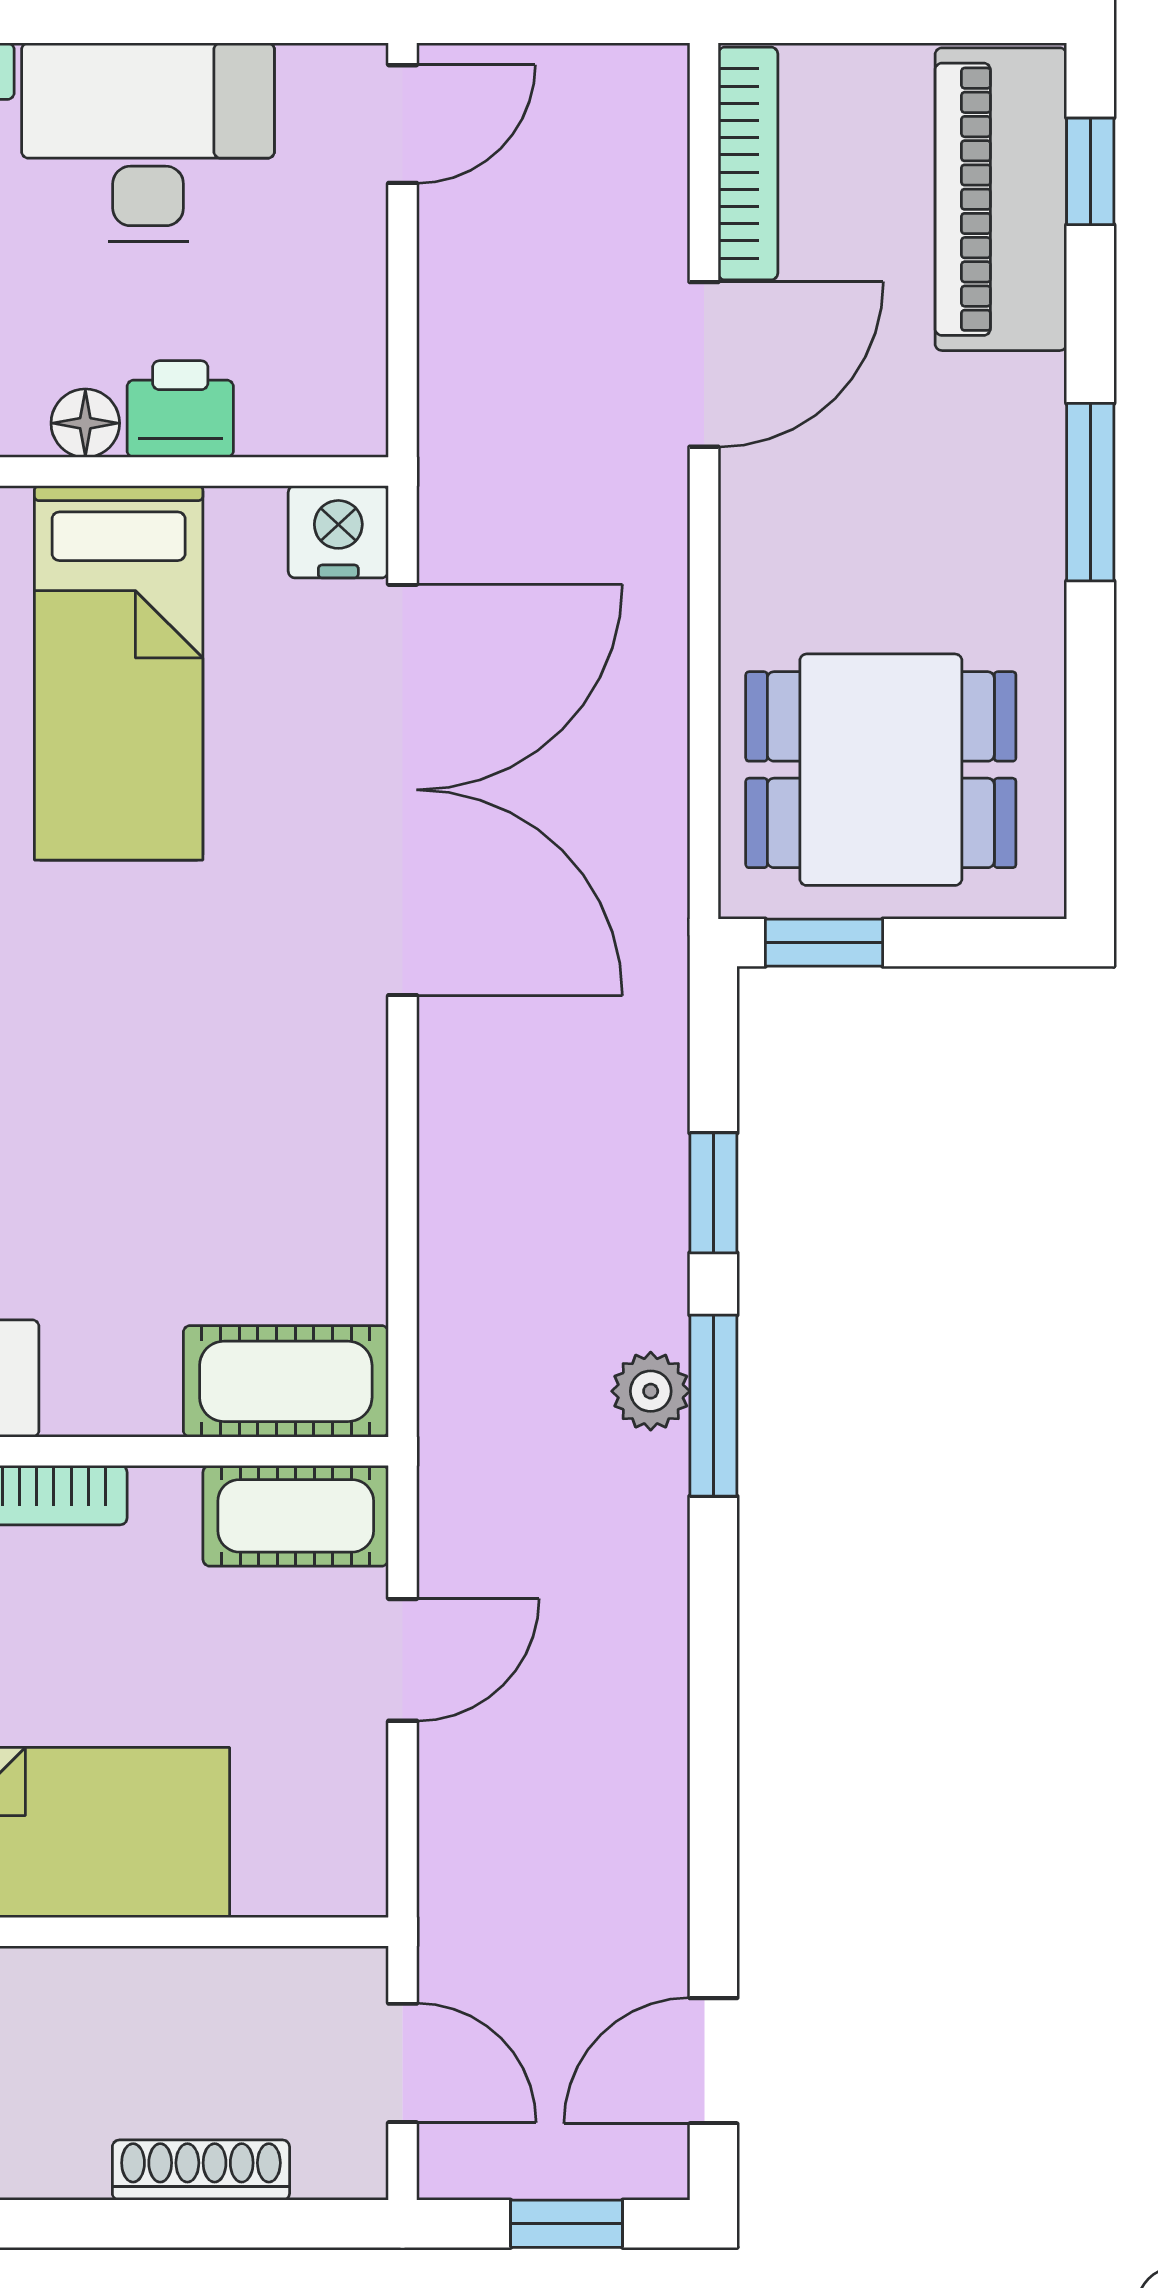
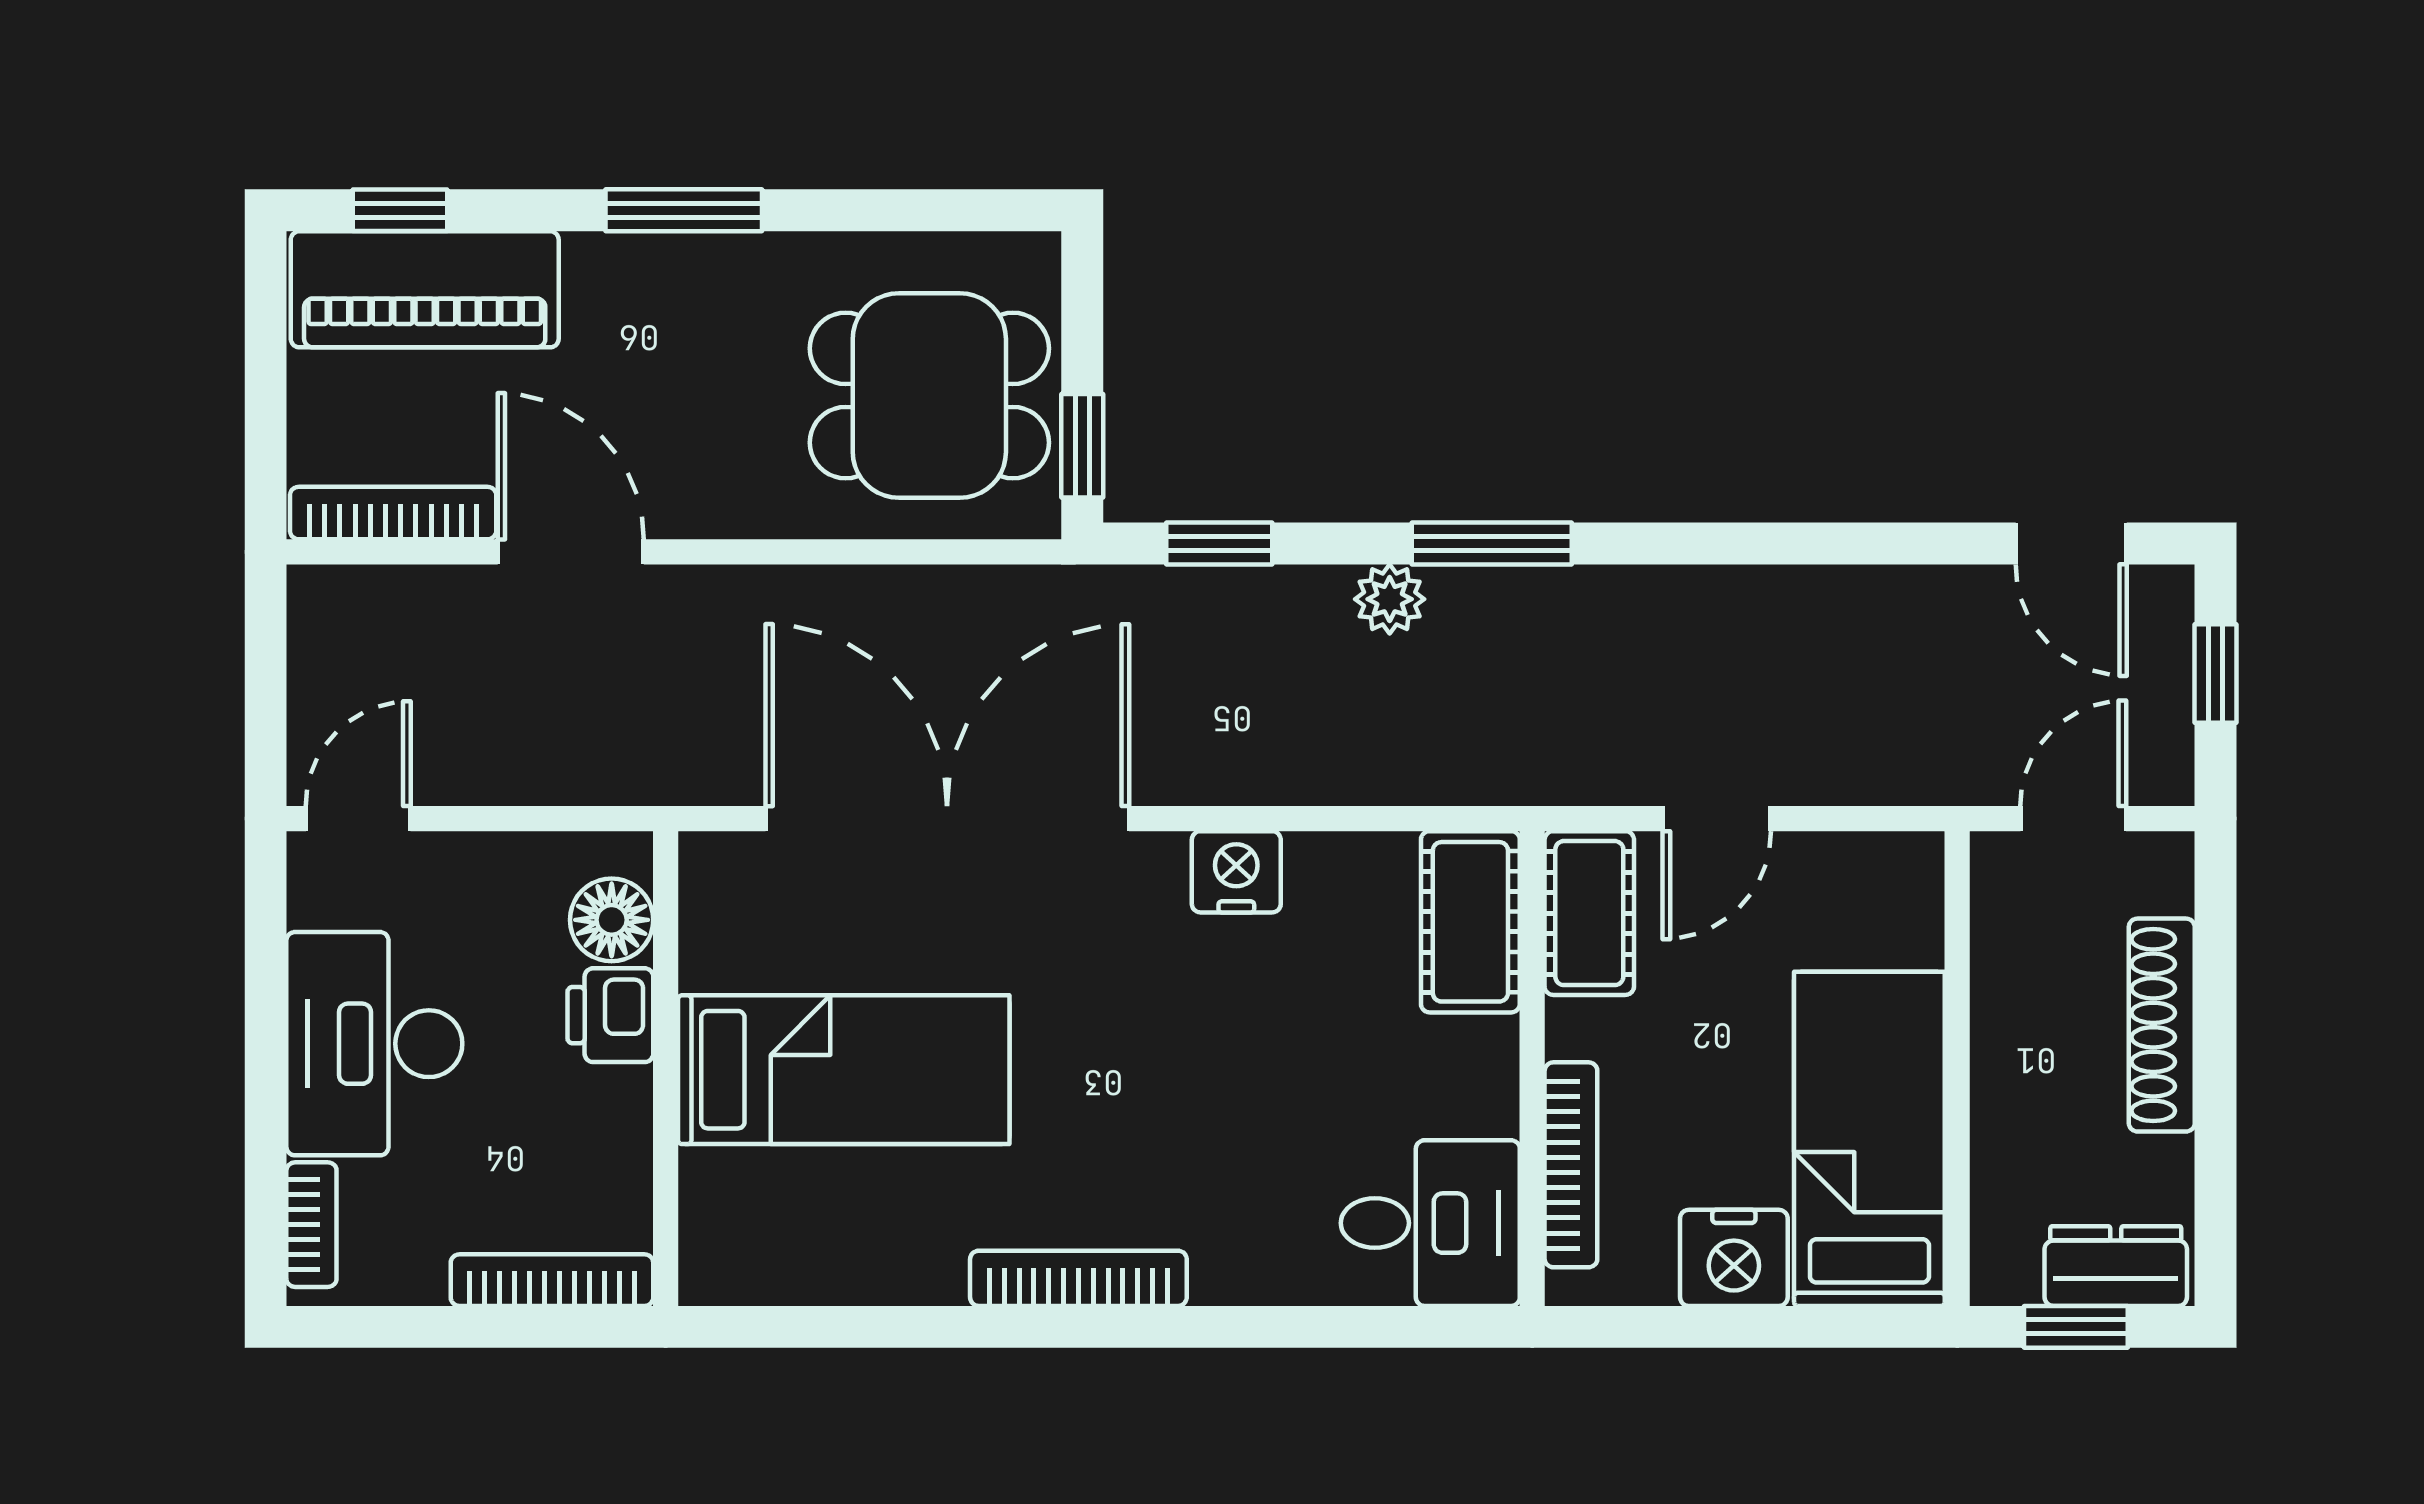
door: (403, 124) -> (358, 819), hinge flipped
floor lamp: (85, 423) -> (612, 920), moved, width x1.37, depth x1.37
nightstand: (338, 532) -> (1236, 872), moved, turned 90
dining table: (881, 770) -> (929, 396), turned 90
window: (713, 1193) -> (1219, 544), moved
plant: (651, 1391) -> (1390, 599), moved
door: (403, 1660) -> (1717, 819), swing flipped
shoe rack: (201, 2170) -> (2162, 1025), width x1.36, depth x1.24

